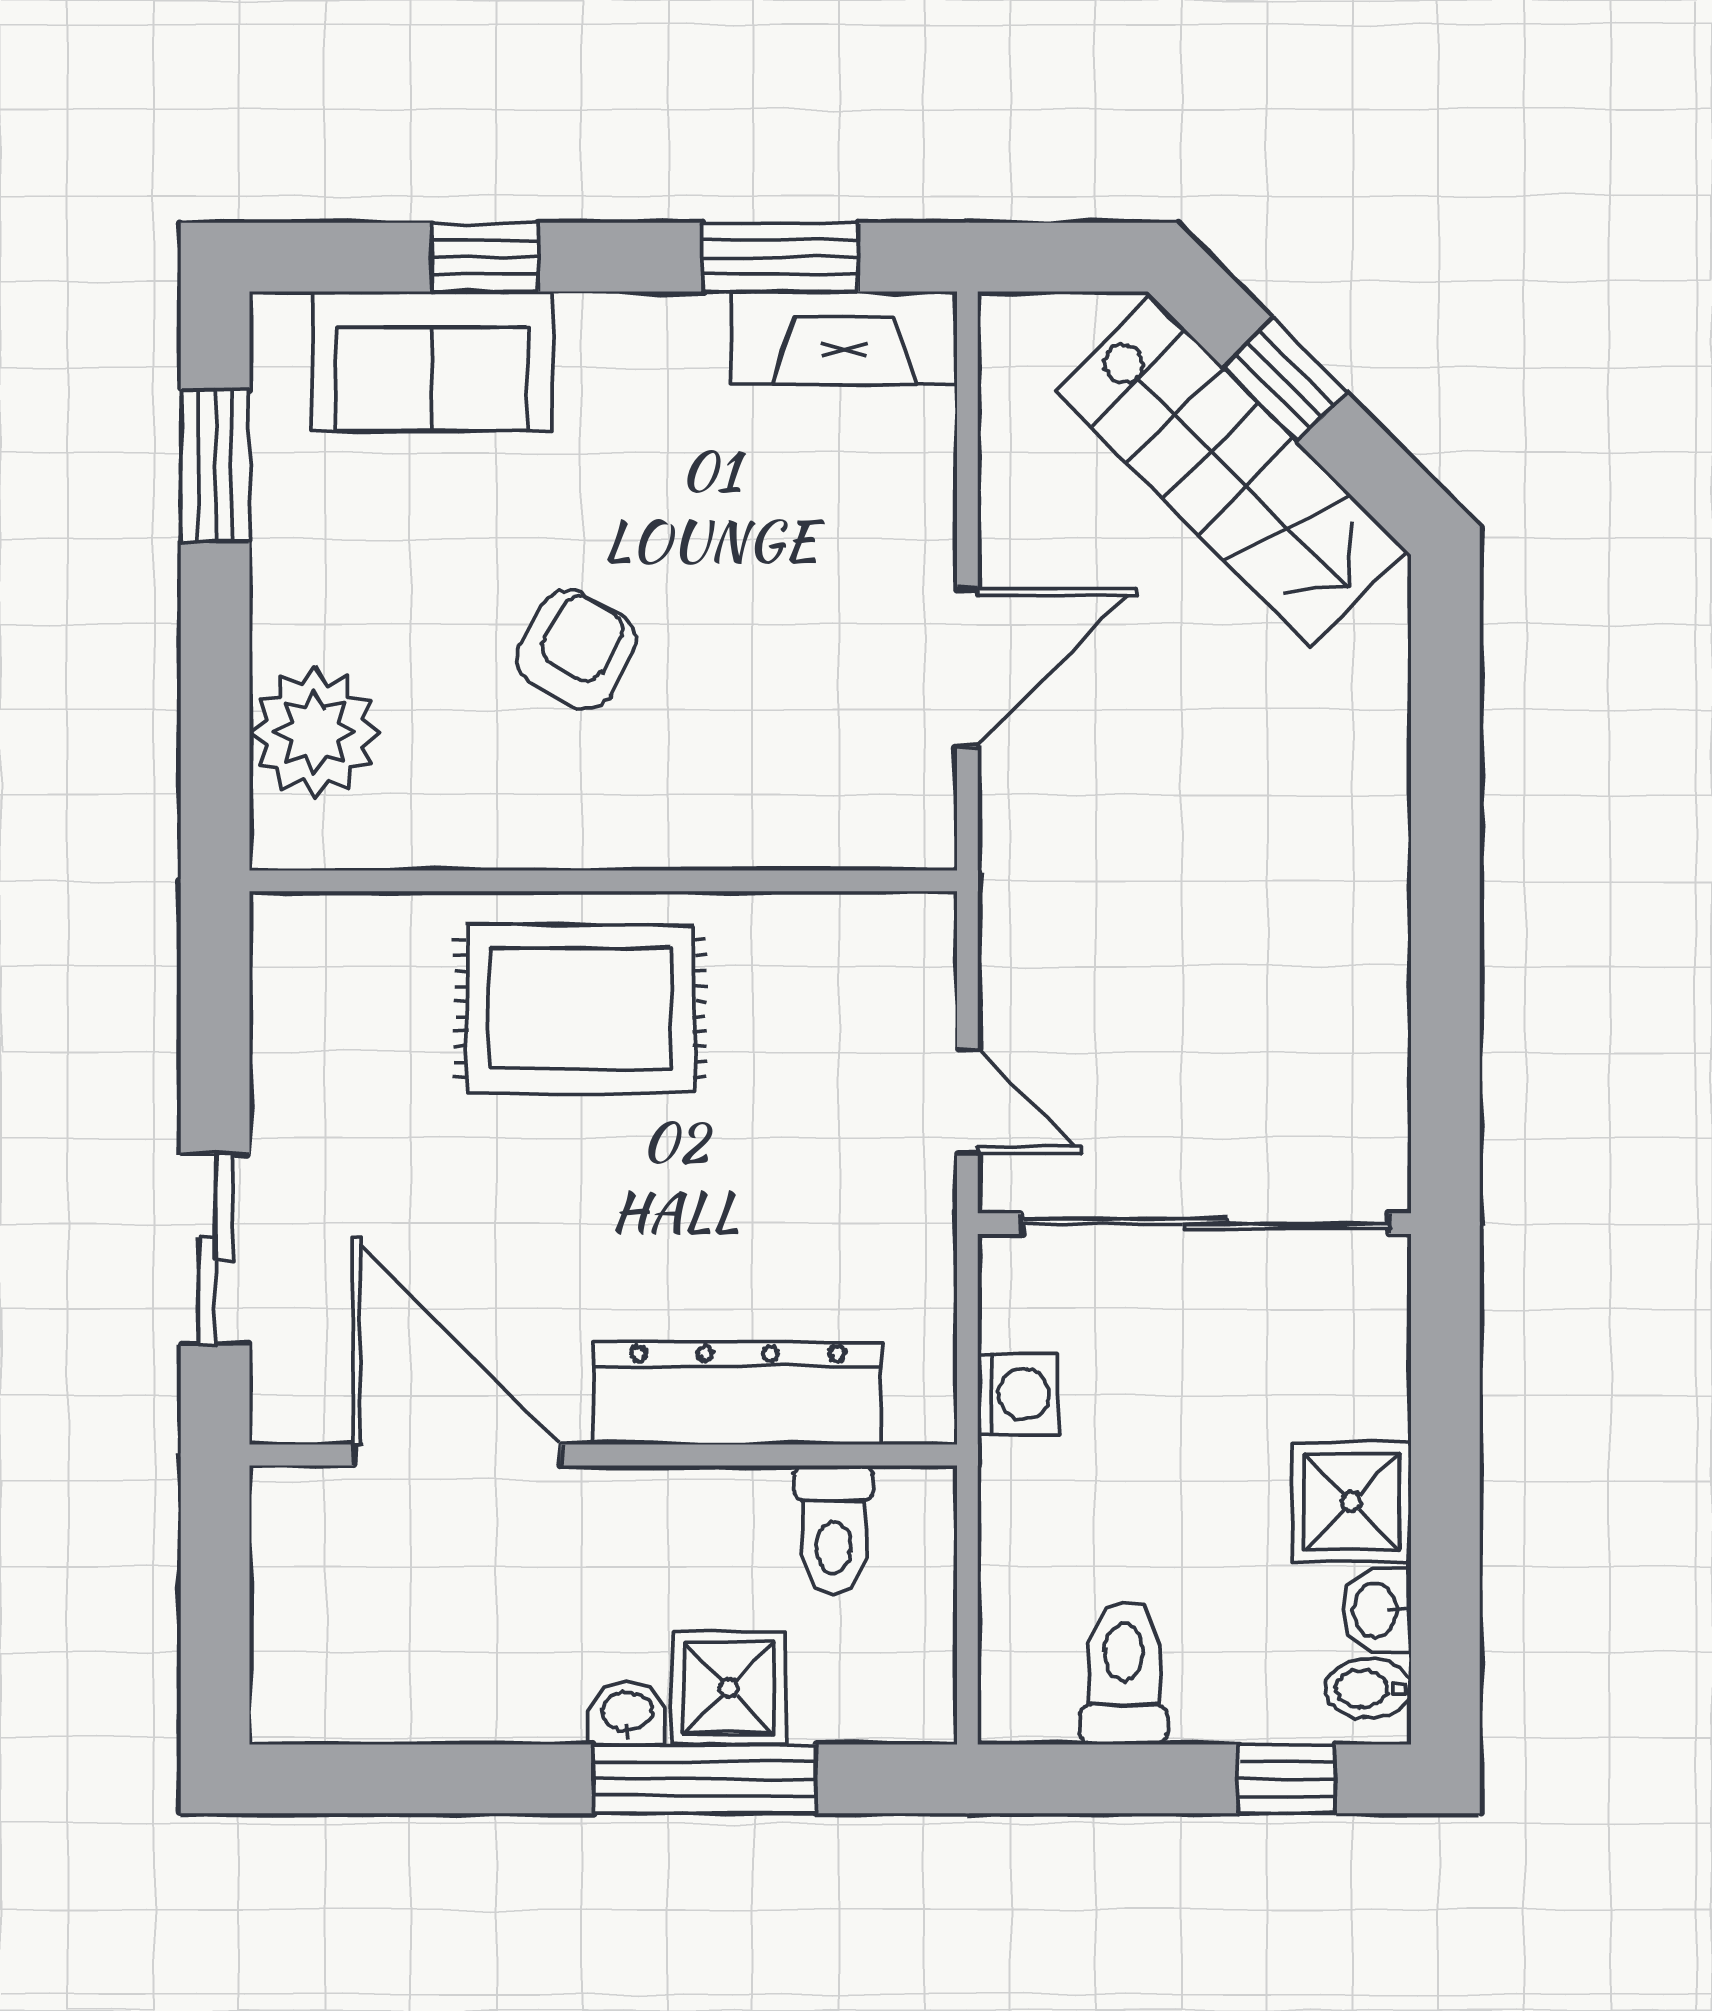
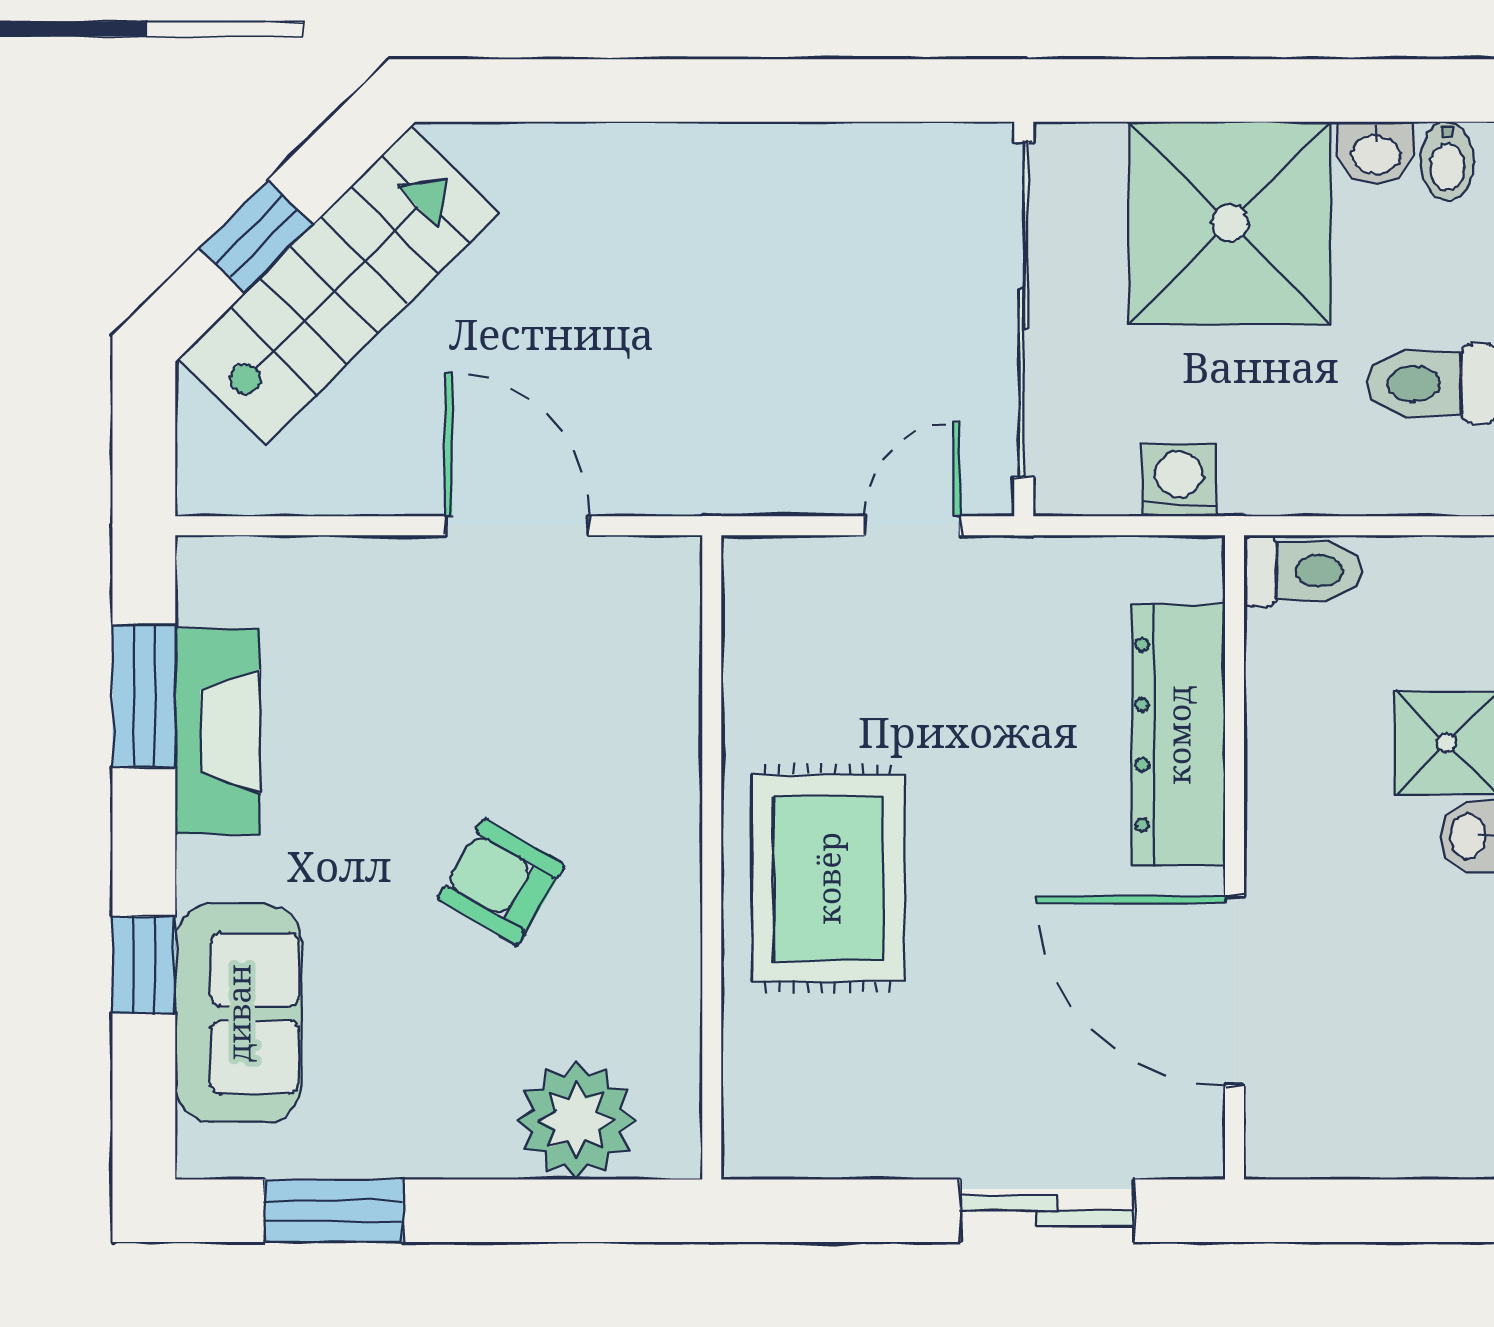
fireplace: (844, 338) -> (217, 731), moved
door: (457, 1455) -> (1234, 991), hinge flipped
shower: (1352, 1502) -> (1230, 223), width x1.86, depth x1.86
toilet: (834, 1530) -> (1303, 571), moved

